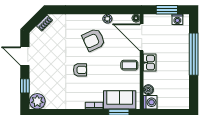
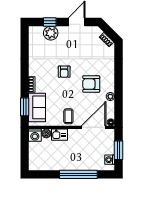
armchair: (94, 40) -> (91, 84), turned -65
kitchen sink: (150, 63) -> (59, 135), moved
plant: (37, 101) -> (51, 33), moved

